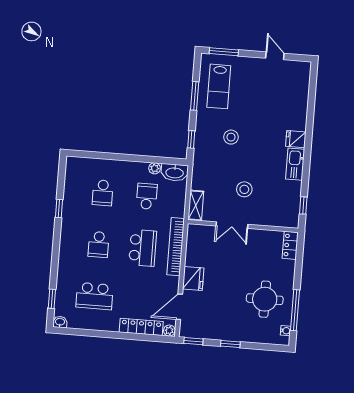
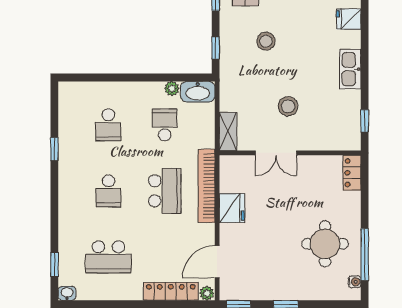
fridge: (296, 139) -> (349, 19), moved
fridge: (193, 278) -> (232, 208), moved

